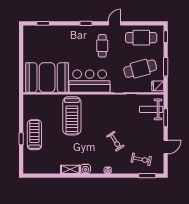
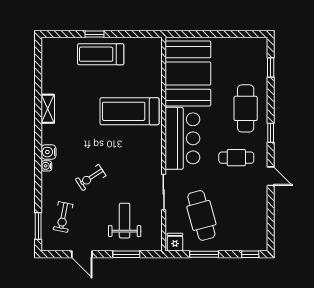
cafe table: (141, 38) -> (246, 108), moved
weight bench: (151, 109) -> (125, 221), moved
treadmill: (34, 135) -> (101, 54), turned 180
water cooler: (85, 169) -> (49, 152), moved

